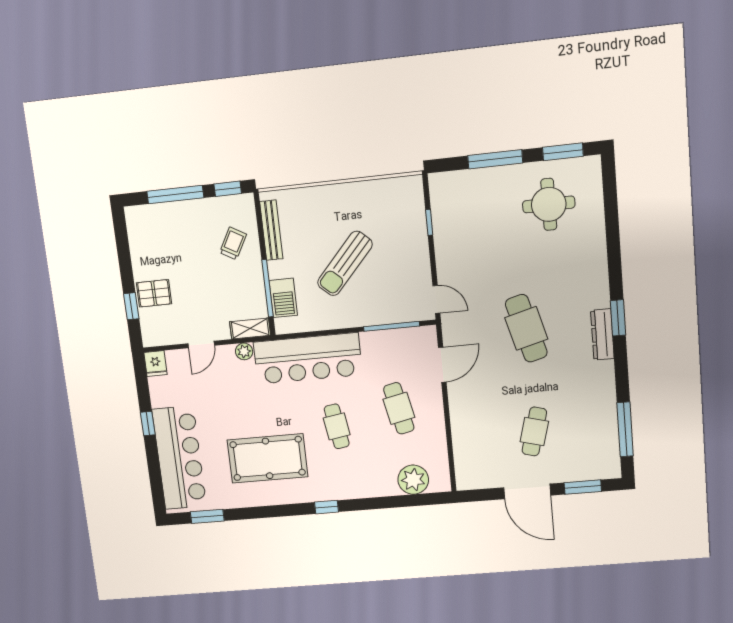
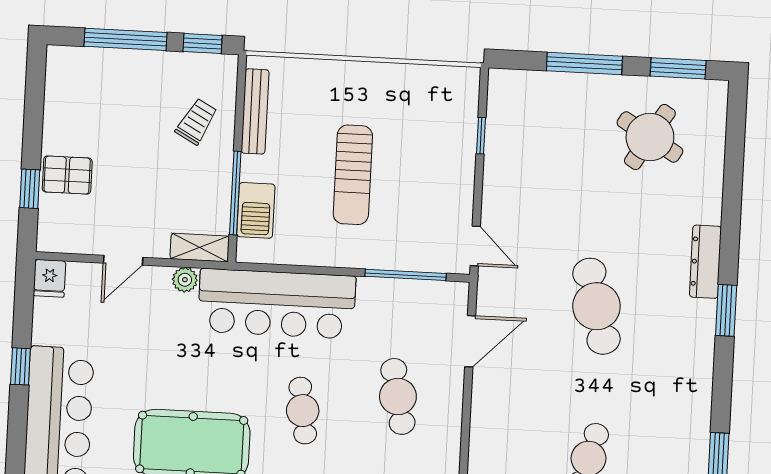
round table: (549, 204) -> (650, 137), turned 31
sun lounger: (345, 263) -> (353, 175), turned -42
dresser: (602, 334) -> (705, 262), moved

